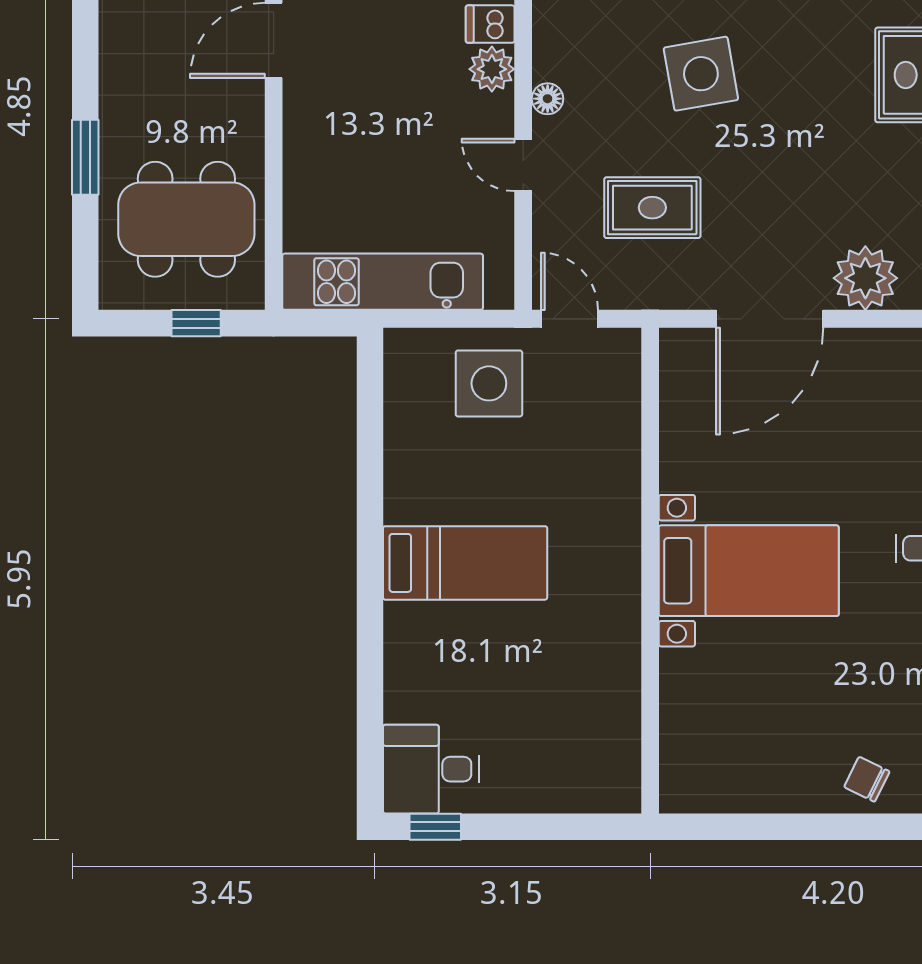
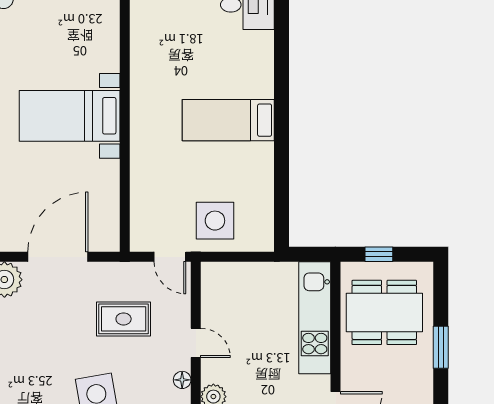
kitchen unit: (383, 282) -> (315, 318), moved, turned 90

